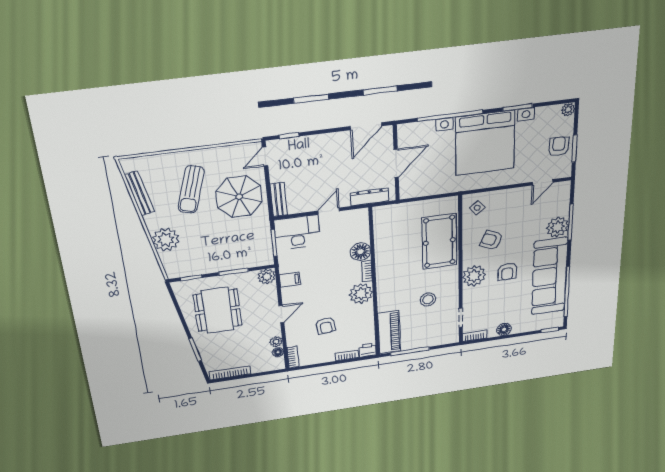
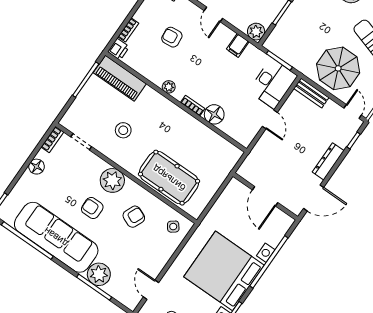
door: (366, 126) -> (314, 198), swing flipped
dresser: (370, 197) -> (328, 161), moved, turned 180
plant: (361, 294) -> (169, 87), width x0.53, depth x0.53

